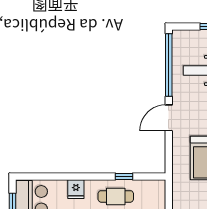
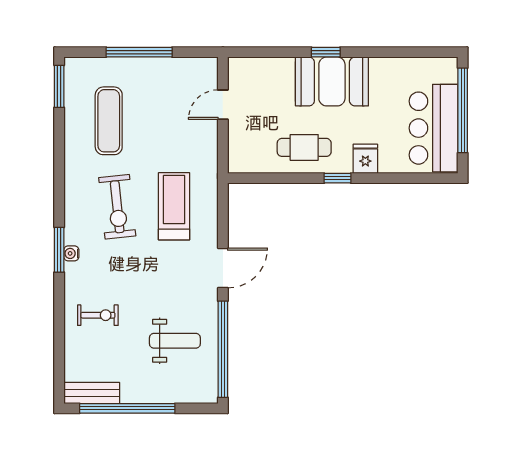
window: (124, 176) -> (337, 178), moved

